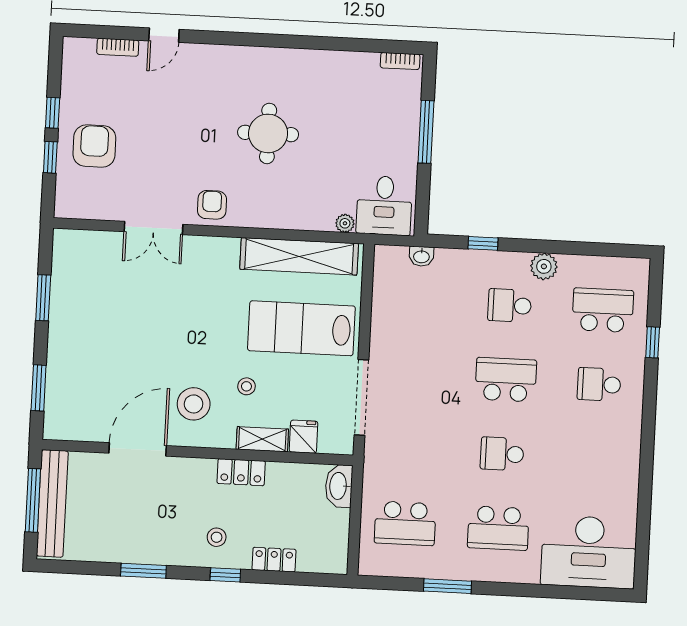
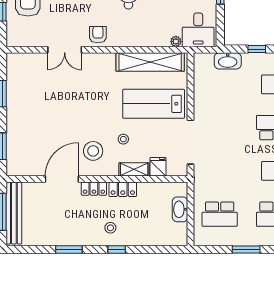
washbasin: (421, 256) -> (228, 61), width x1.91, depth x1.45
washbasin: (339, 486) -> (180, 209), moved
locker: (274, 560) -> (94, 189), moved, turned 180

